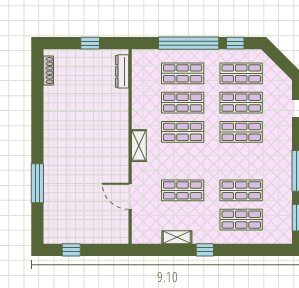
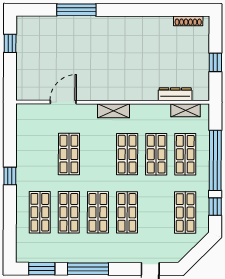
dresser: (122, 71) -> (175, 94), moved
shop shelf: (241, 103) -> (98, 212), moved
shelving: (177, 237) -> (185, 110), moved, turned 90

